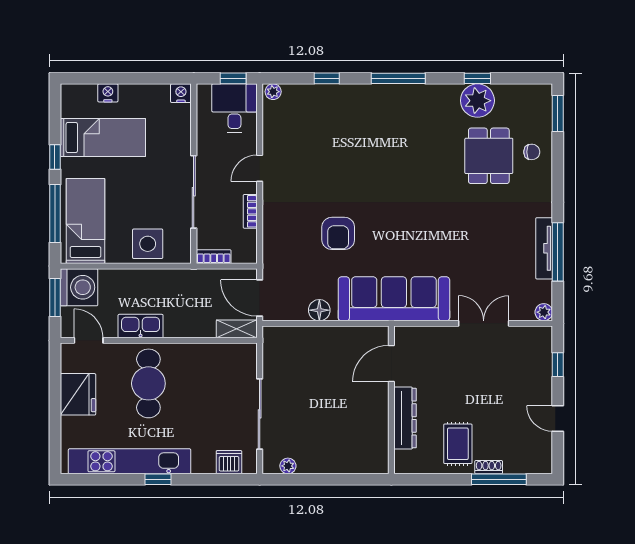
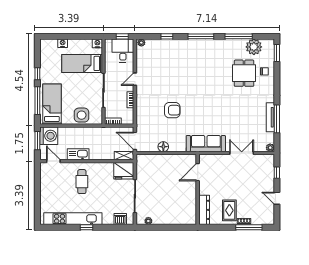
window: (477, 78) -> (239, 36), width x2.17
plant: (477, 101) -> (254, 47), moved
bed: (103, 138) -> (82, 63), moved, turned 180
armchair: (338, 233) -> (172, 110), turned -90
sofa: (394, 299) -> (206, 144), width x0.74, depth x0.79
cafe table: (148, 383) -> (82, 182), width x0.73, depth x0.74
fridge: (78, 394) -> (124, 171), moved, turned 90
dresser: (405, 418) -> (204, 210), moved

